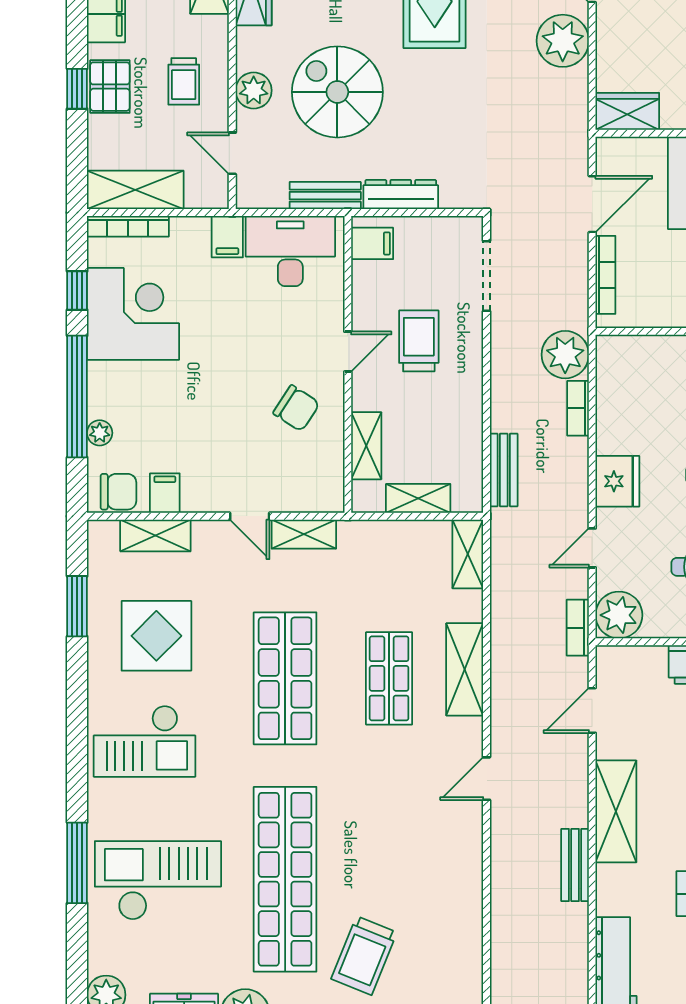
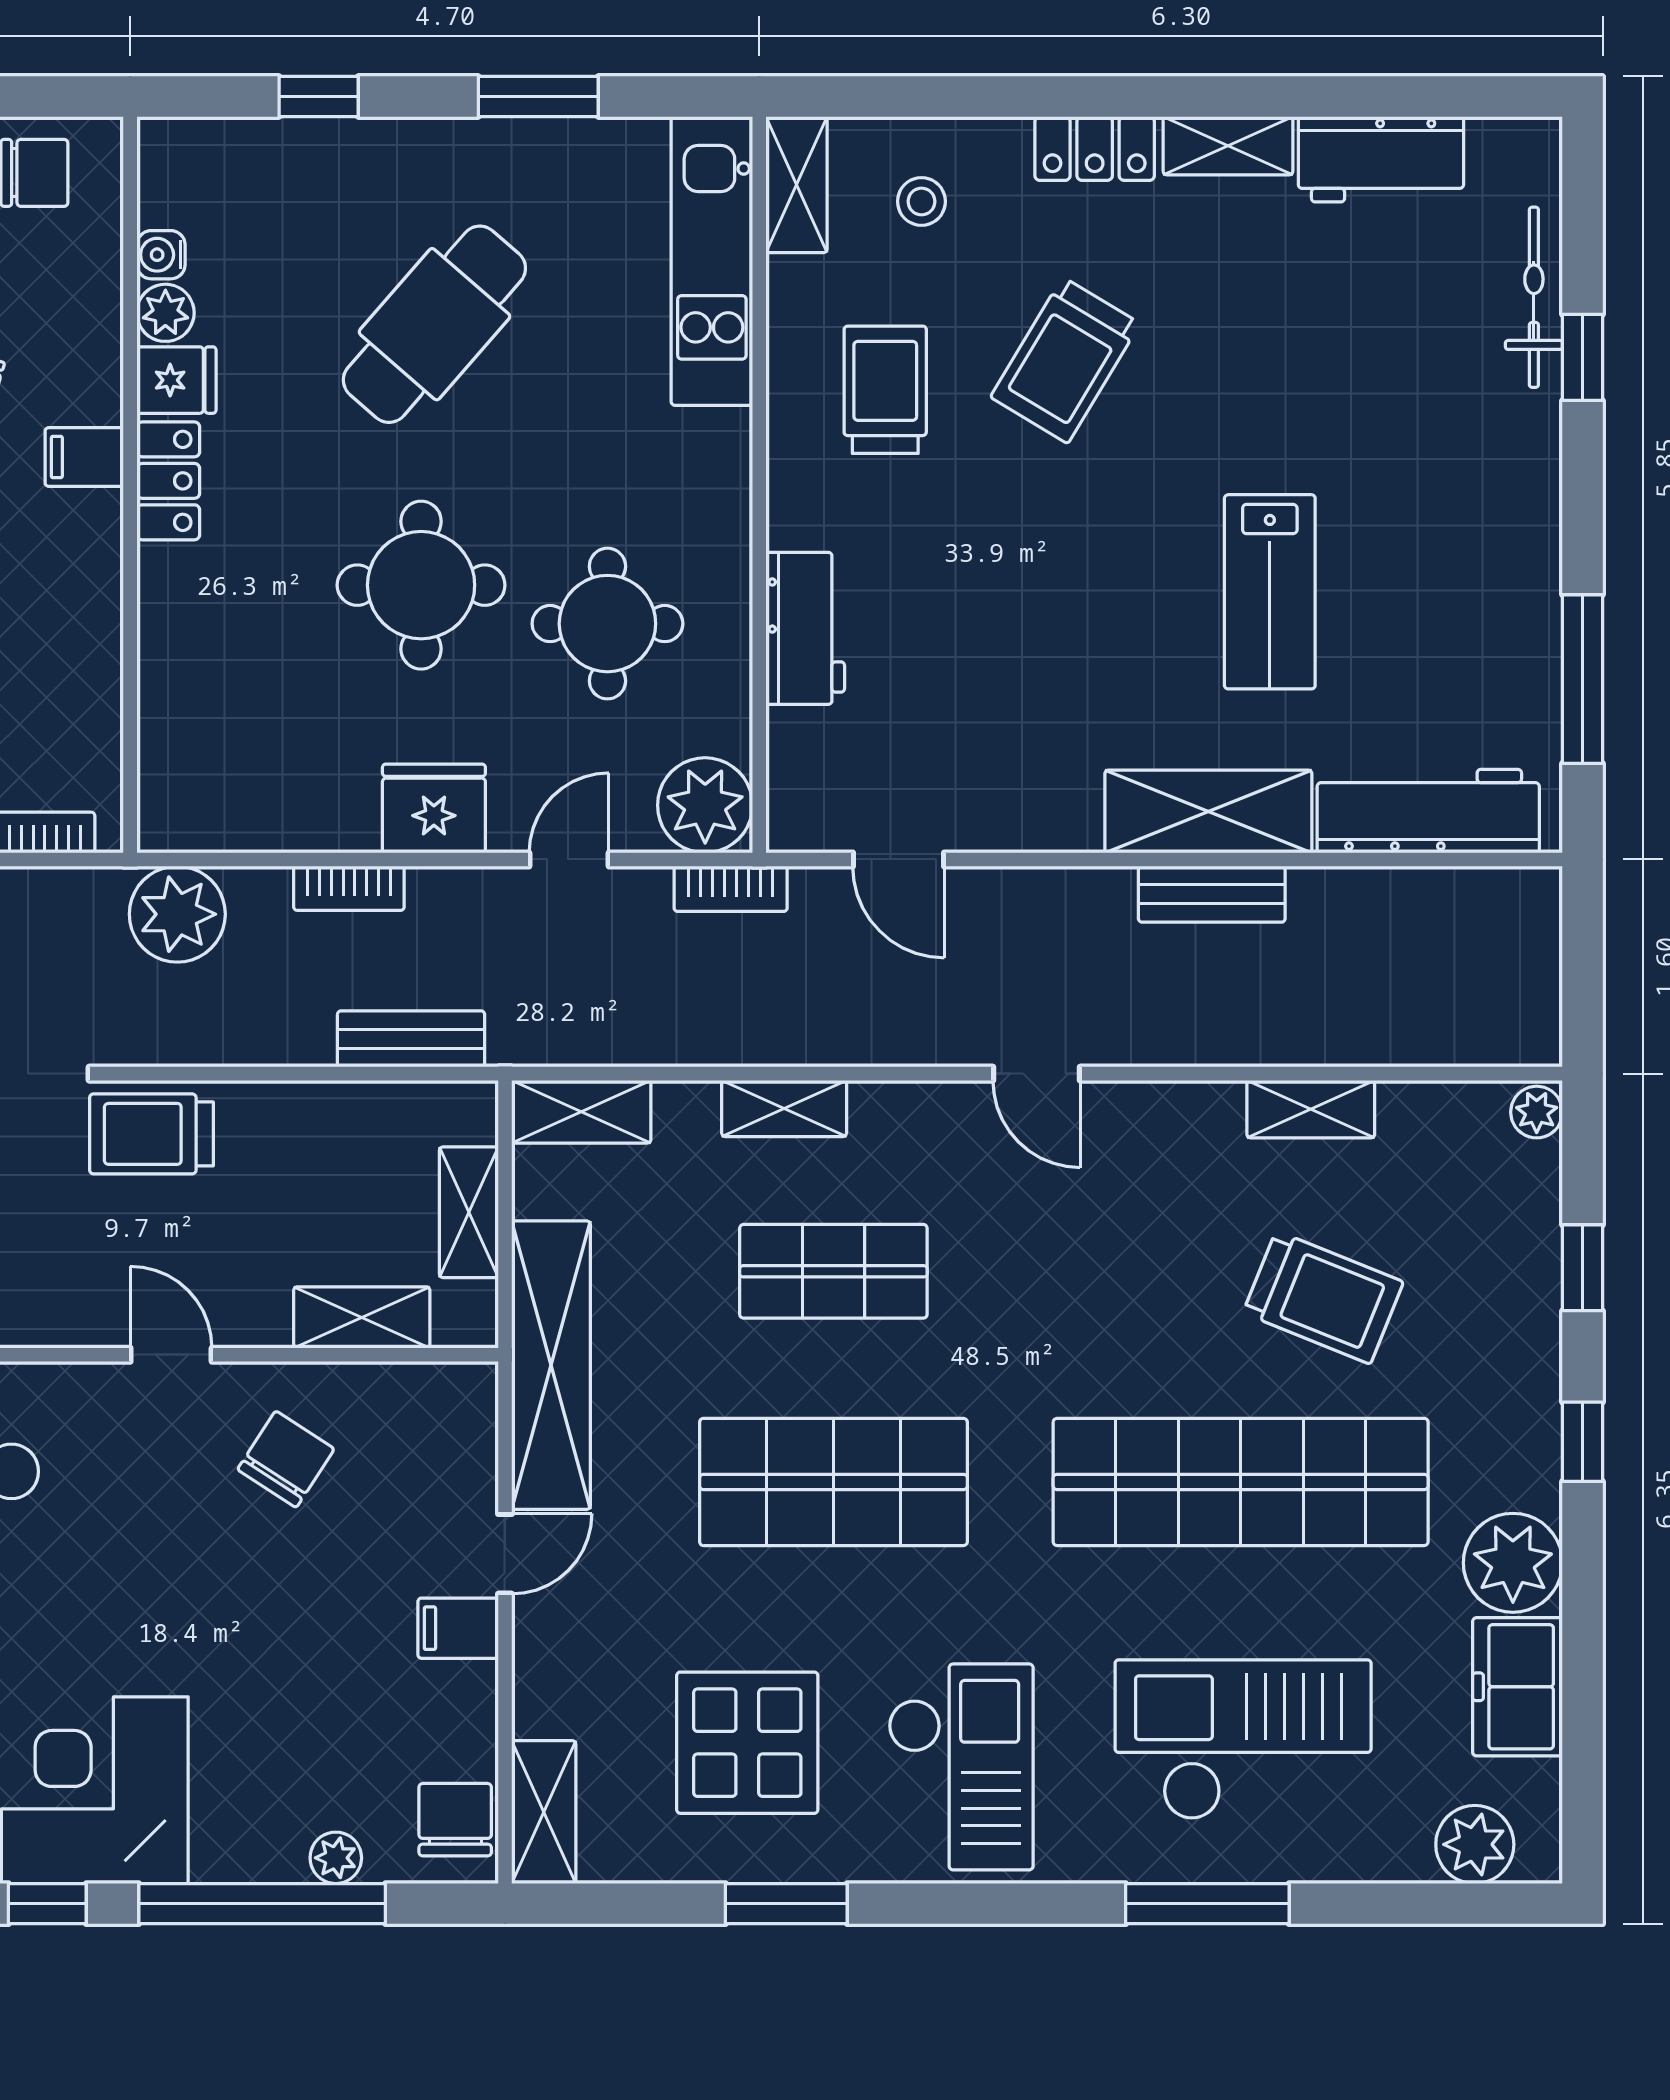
trolley: (419, 341) -> (151, 1134), moved
bookcase: (578, 408) -> (349, 888), moved
filing cabinet: (165, 493) -> (458, 1628), moved
shelving: (304, 534) -> (551, 1365), width x2.20, depth x1.33
shelving: (155, 535) -> (544, 1812), moved
door: (592, 548) -> (569, 859), swing flipped
window: (77, 606) -> (786, 1904), moved
shelving: (465, 669) -> (784, 1108), width x0.67, depth x0.75
shelving: (616, 811) -> (1208, 811), moved
checkout: (158, 880) -> (1243, 1740), turned 90
shelving: (469, 914) -> (1311, 1109), added
trolley: (364, 955) -> (1323, 1297), moved

